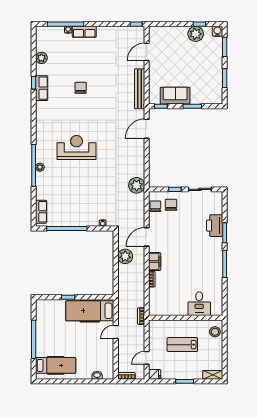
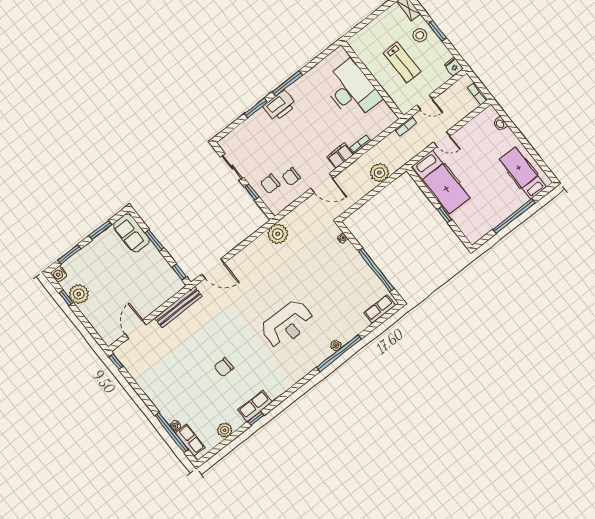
row of seats: (84, 32) -> (190, 440), moved
door: (147, 52) -> (136, 329), swing flipped
sofa: (175, 96) -> (131, 233), moved
reception desk: (77, 148) -> (287, 324), turned -90
chair: (155, 206) -> (291, 177), moved
printer: (215, 226) -> (280, 106), moved
plant: (125, 256) -> (379, 173), moved
desk: (199, 304) -> (352, 90), width x1.87, depth x1.30
stool: (215, 332) -> (420, 35), moved
door: (147, 358) -> (425, 102), moved

